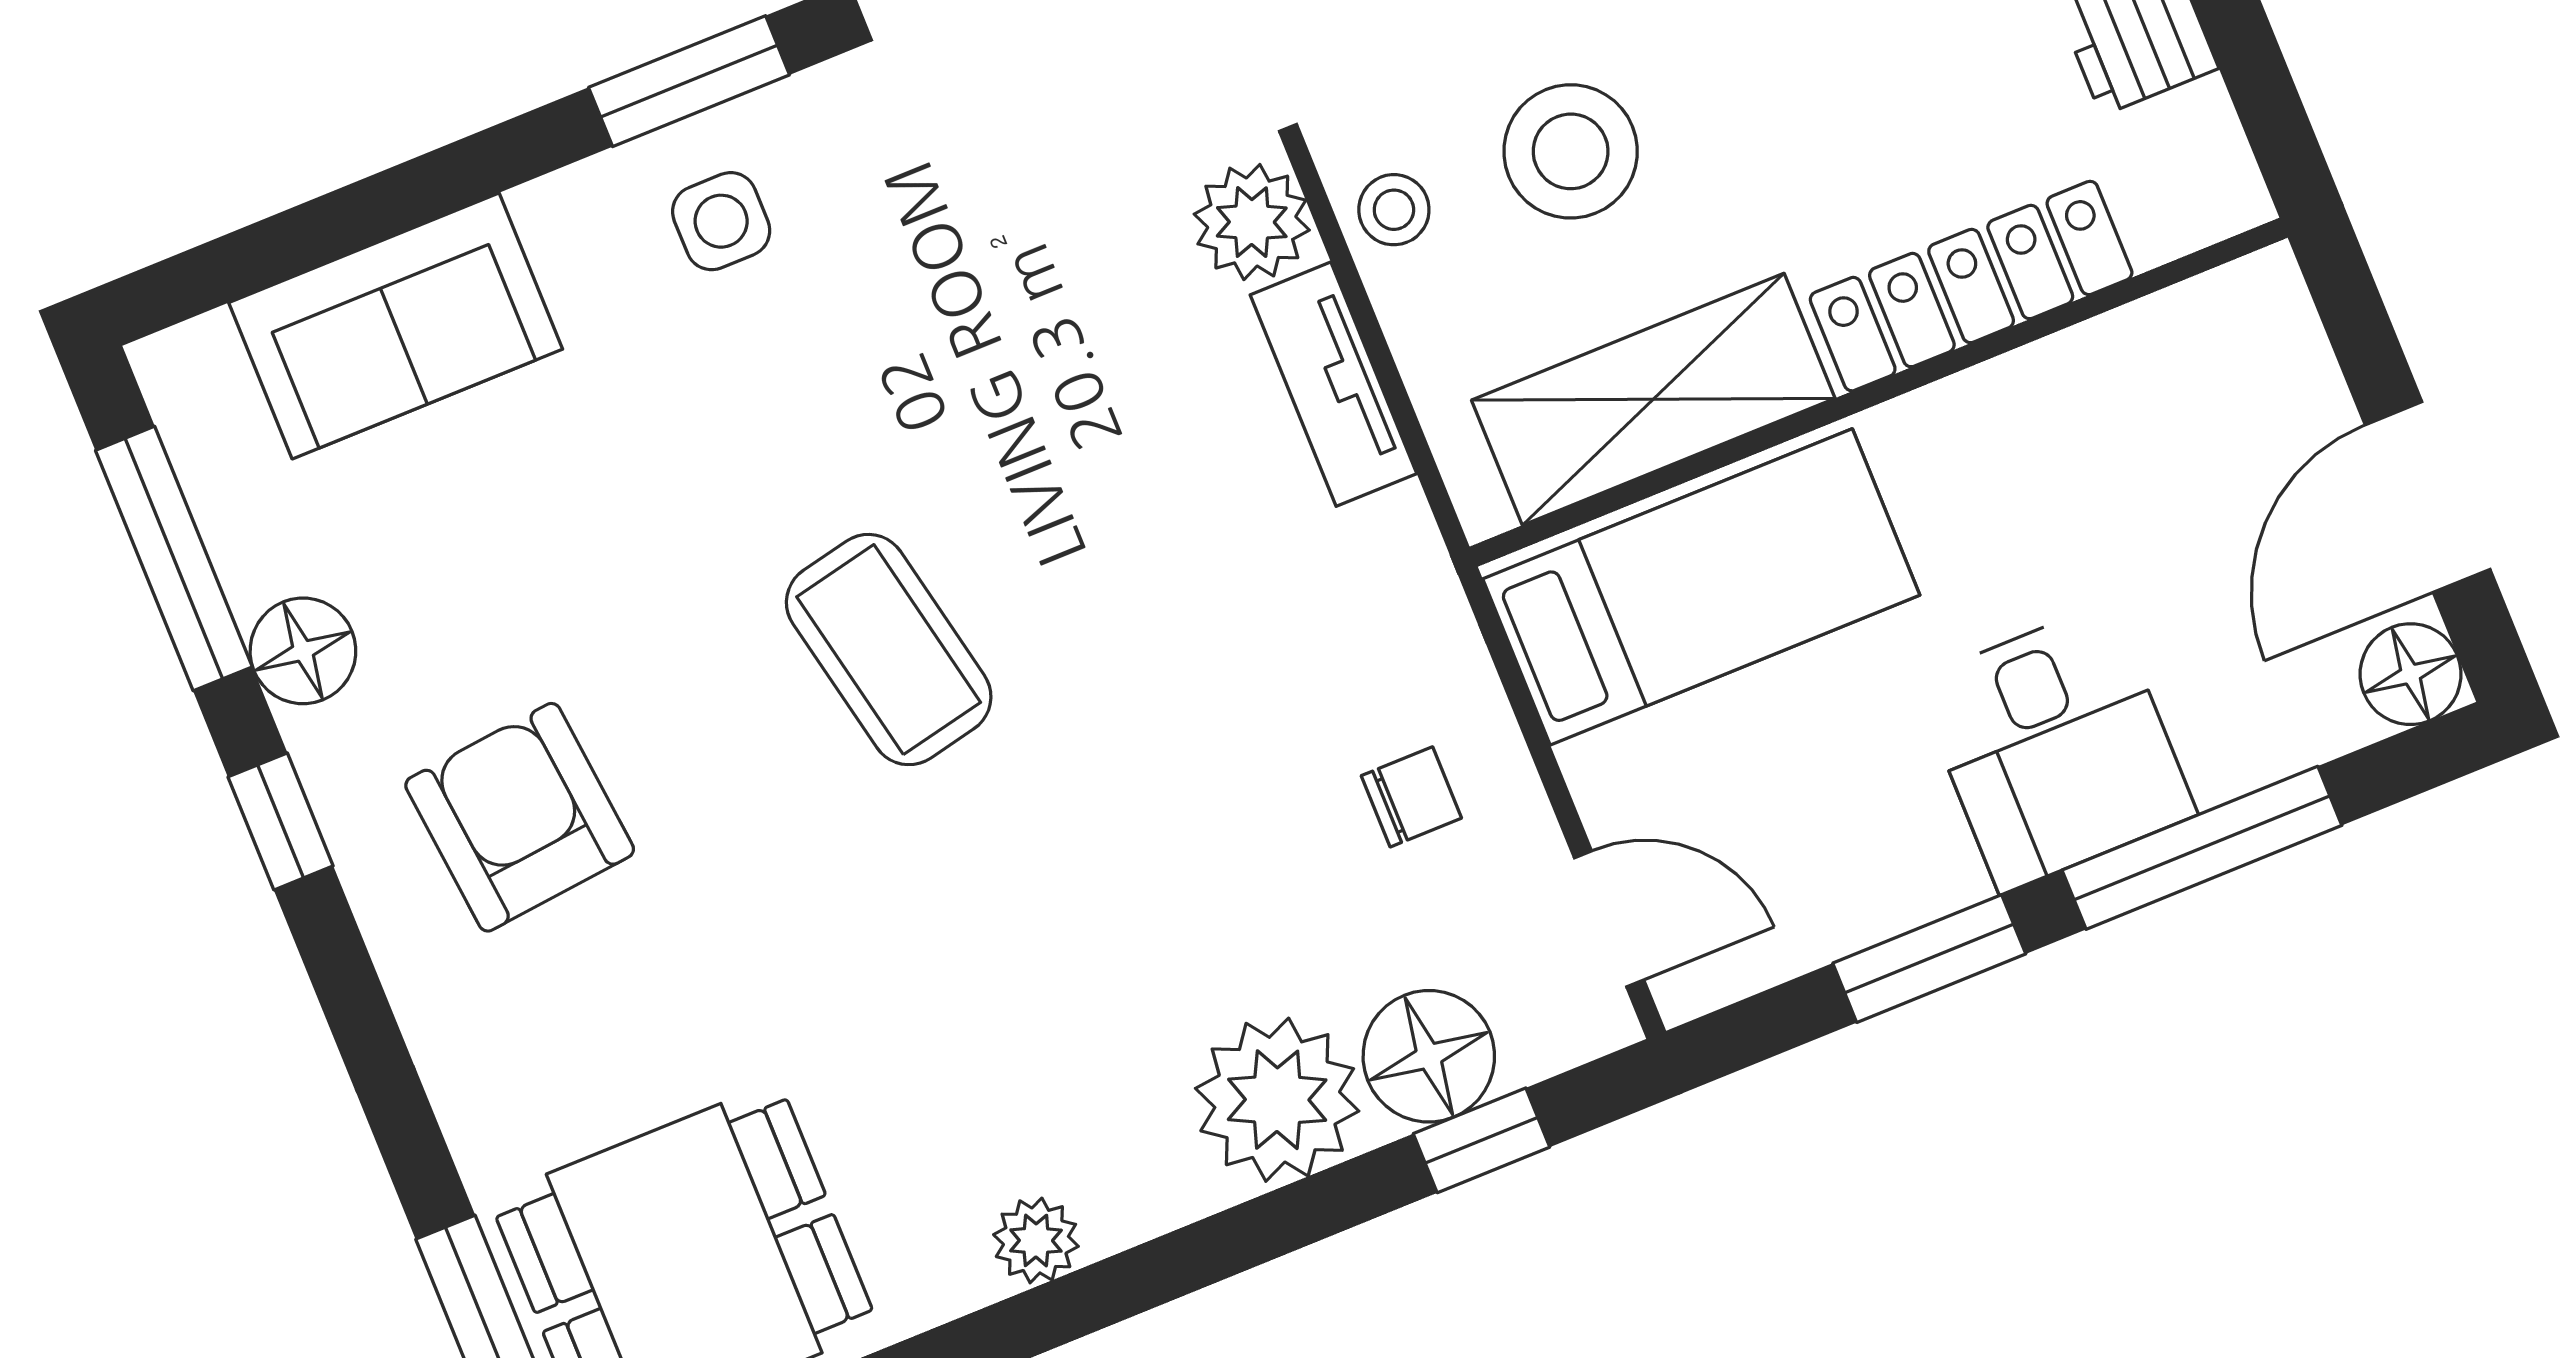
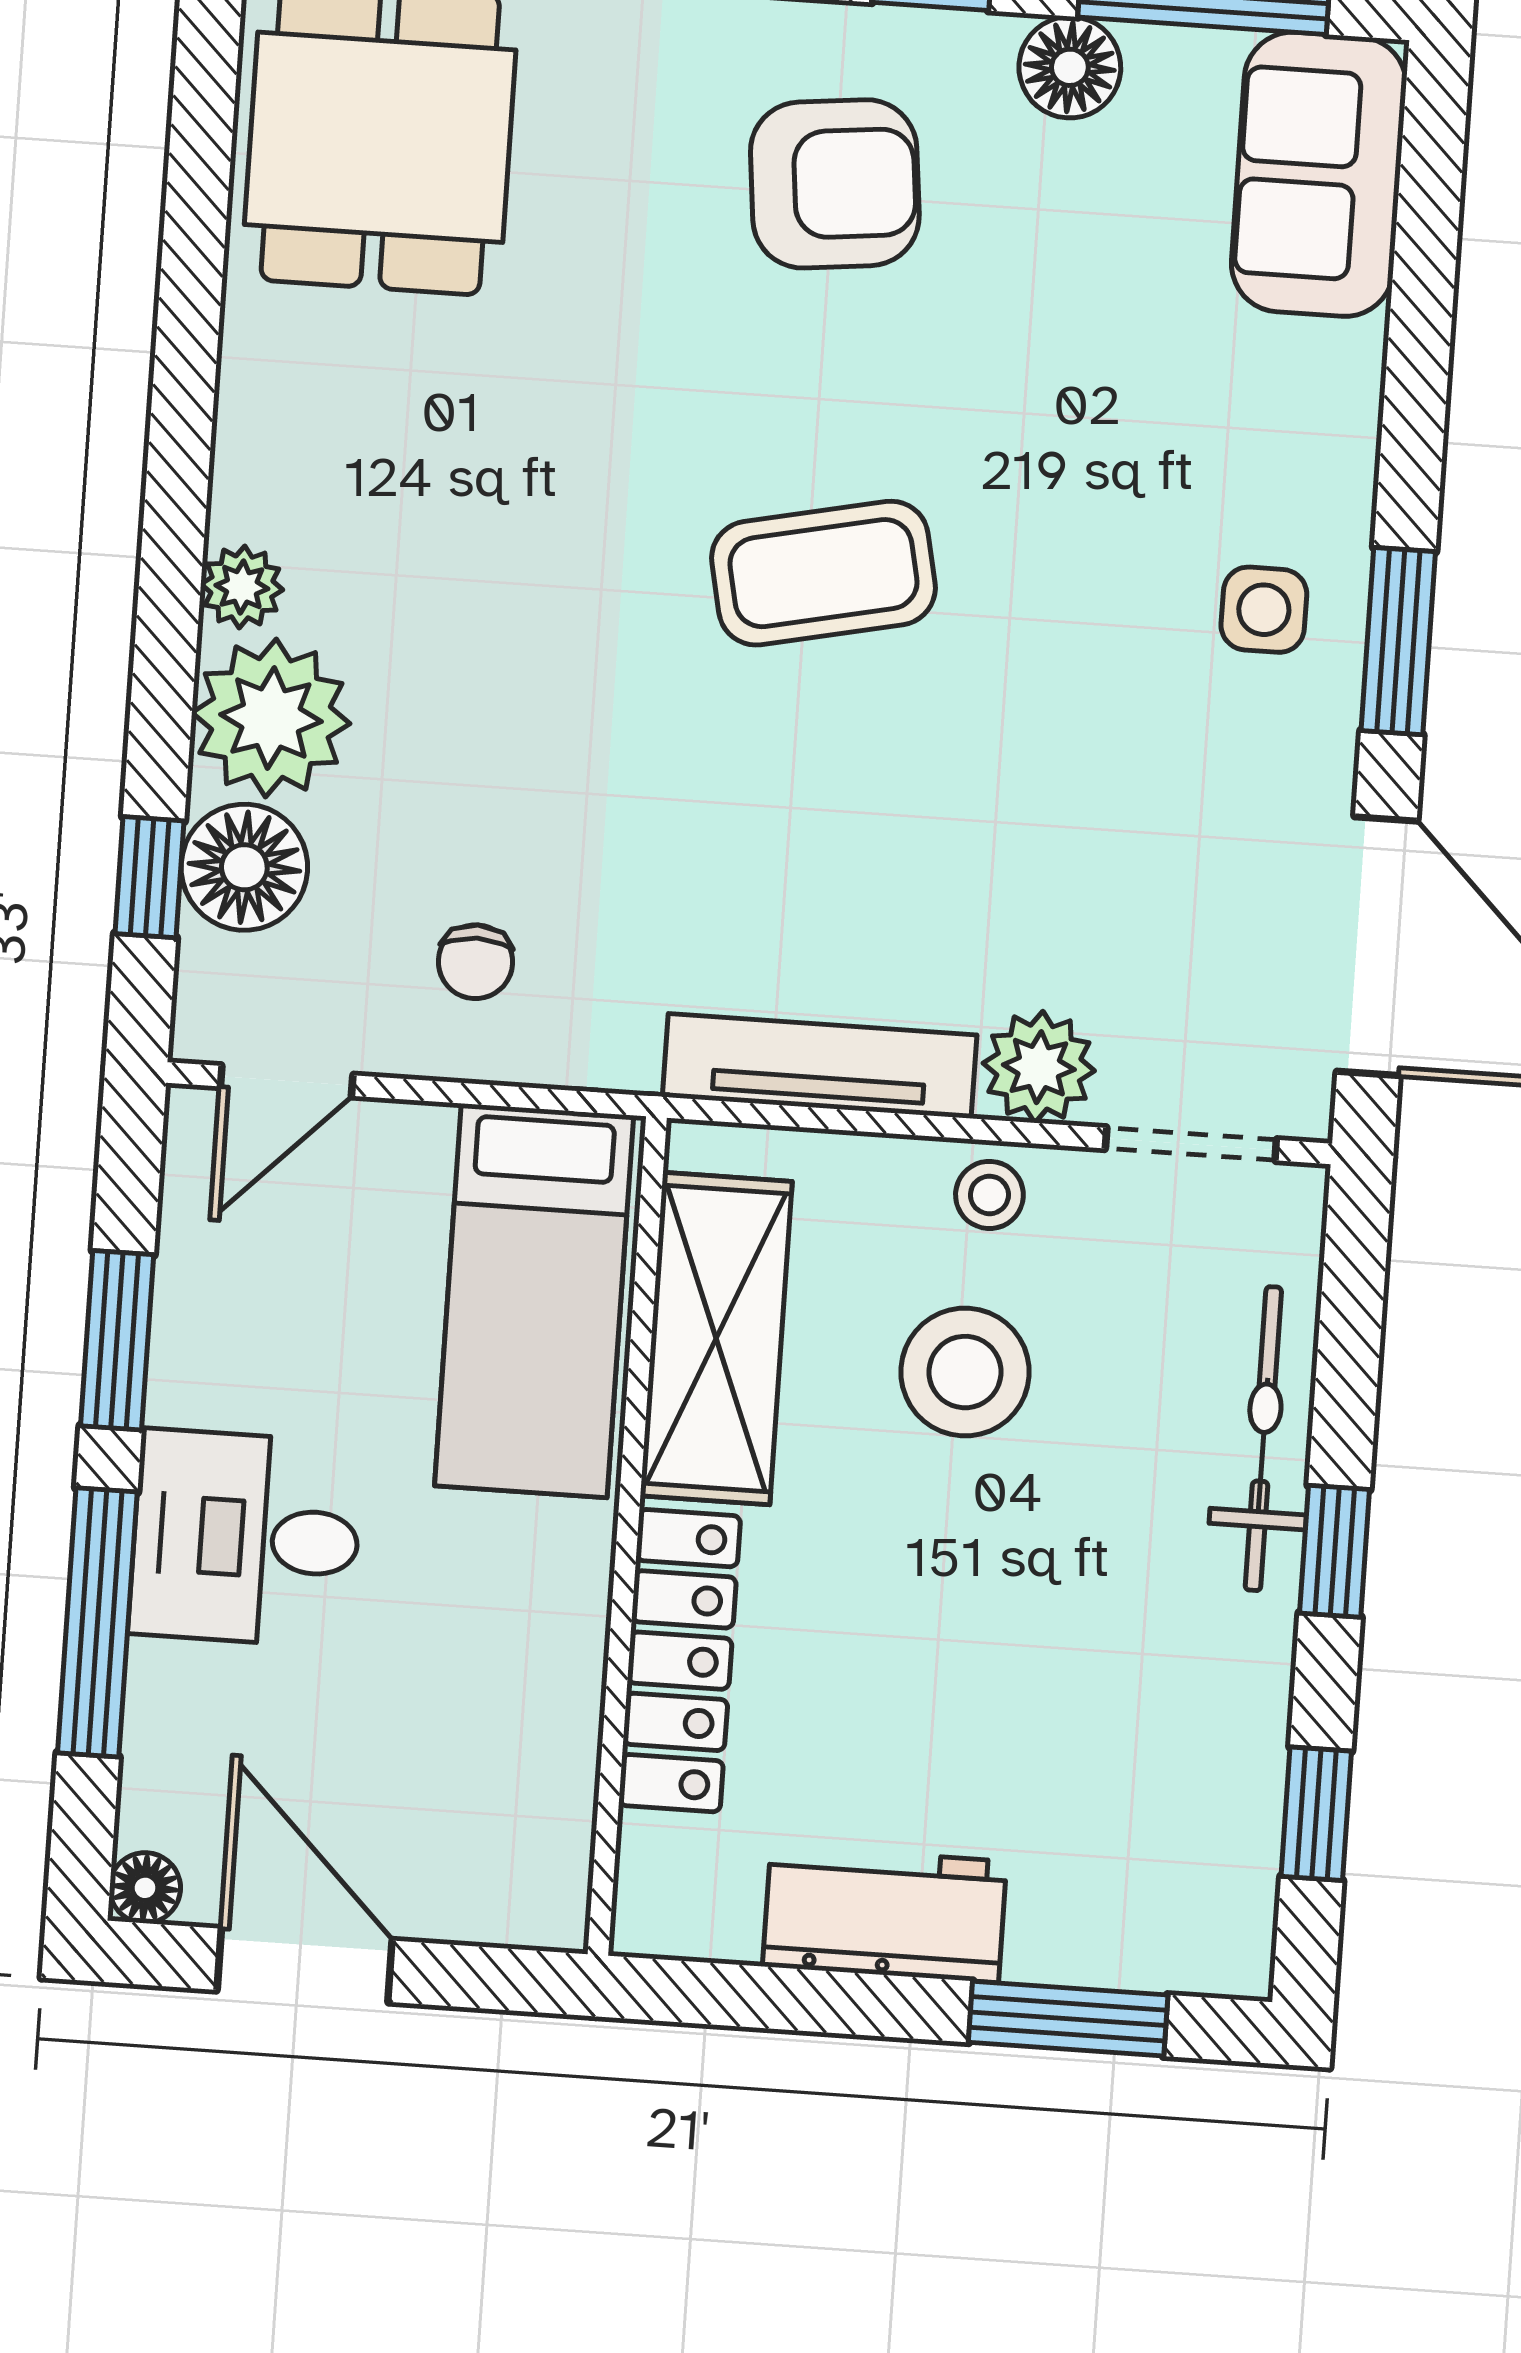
sofa: (396, 326) -> (1319, 174), moved
tv unit: (1333, 384) -> (820, 1066), width x1.41
floor lamp: (2411, 674) -> (145, 1888), width x0.73, depth x0.73
plant: (1036, 1240) -> (242, 587), moved

